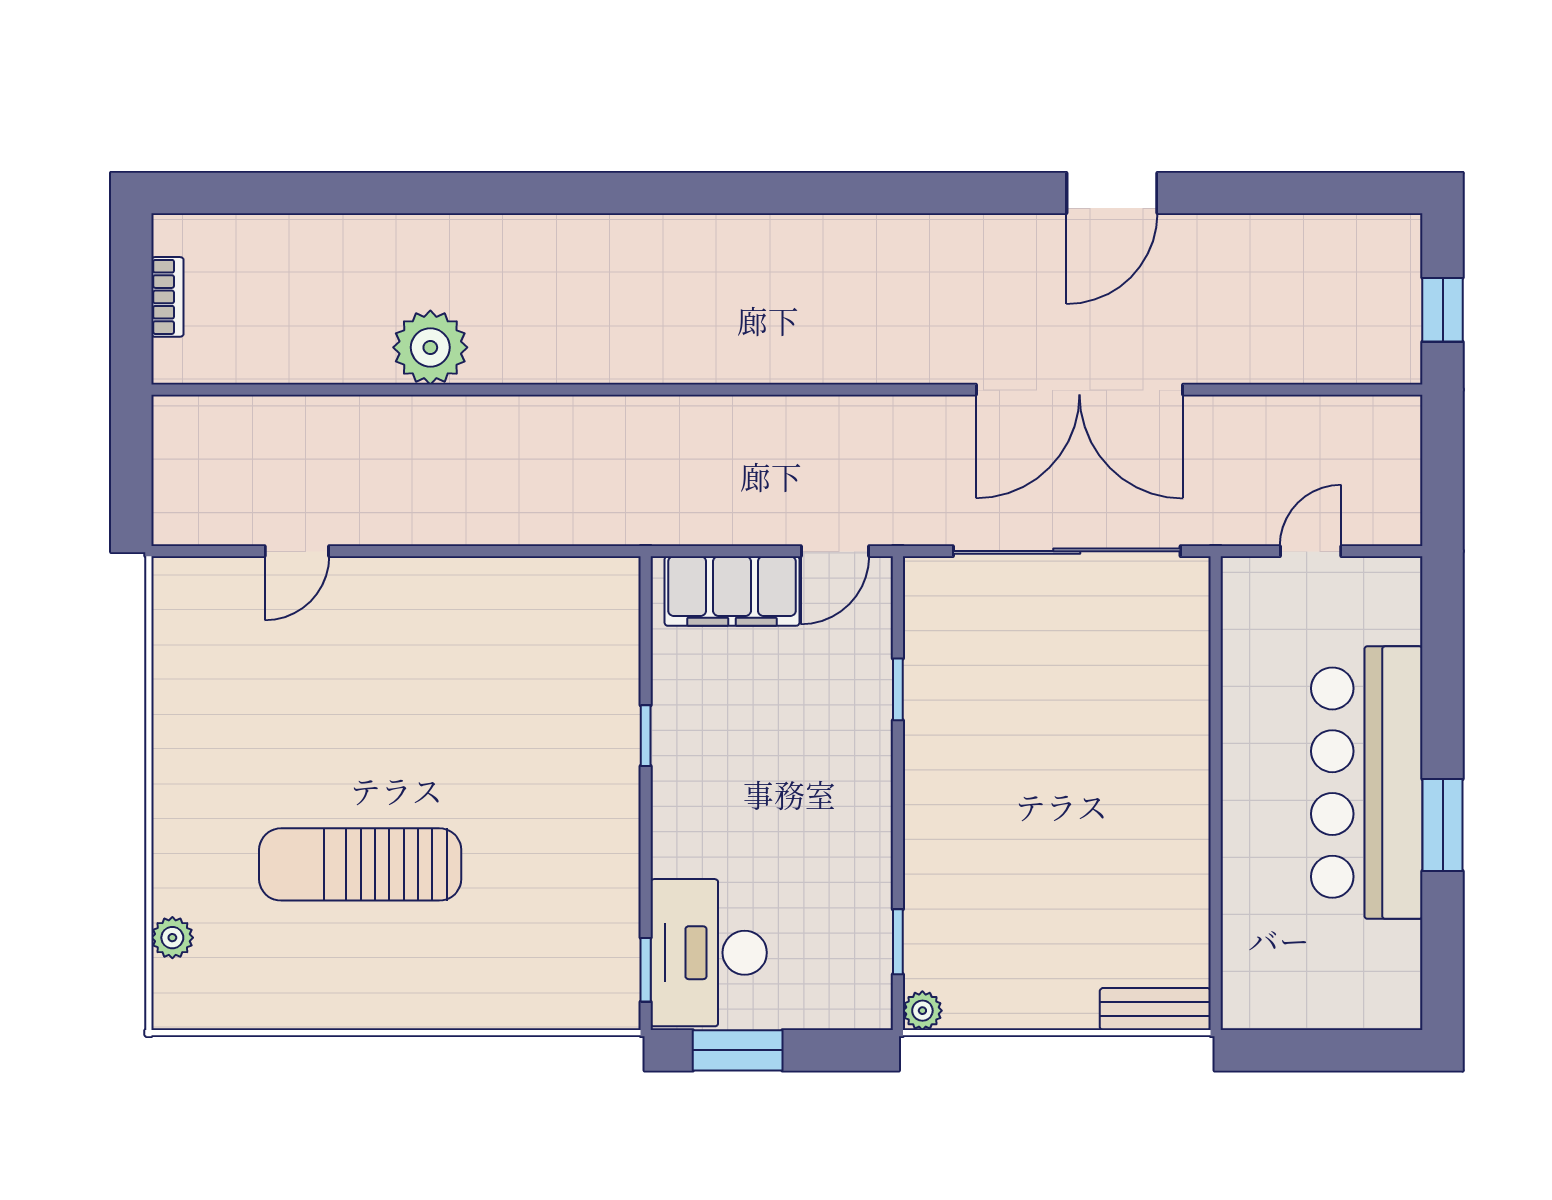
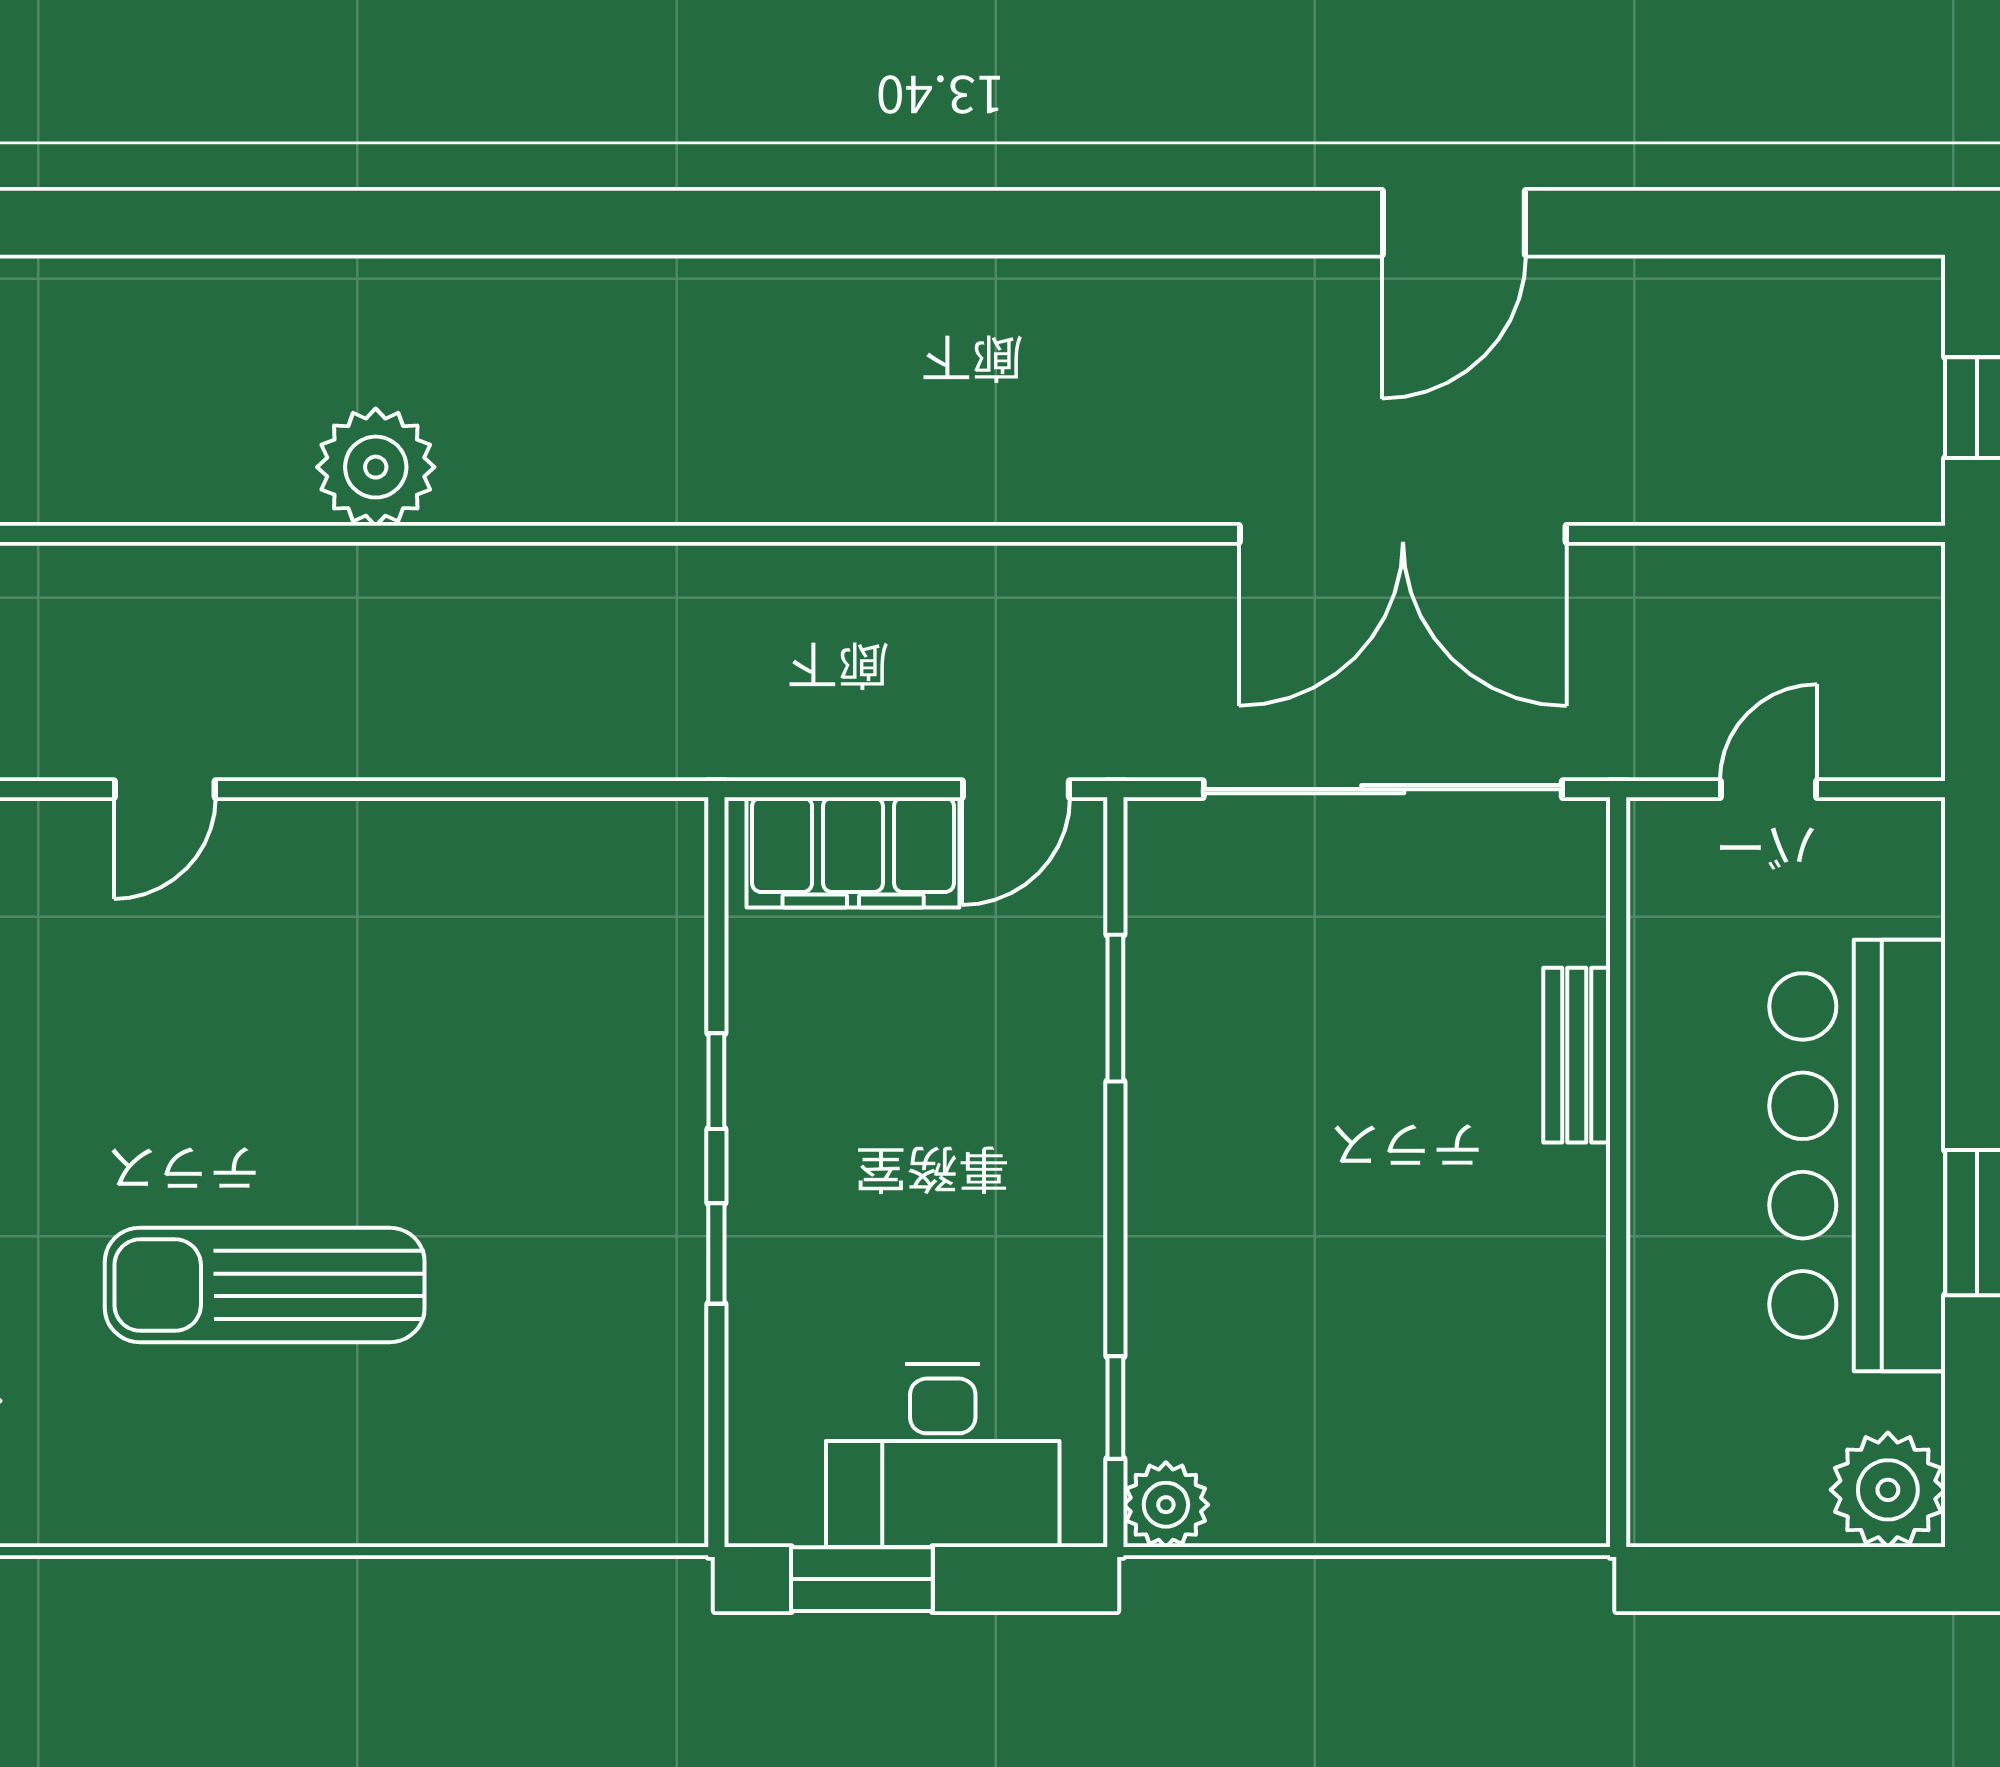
window: (898, 689) -> (1115, 1008), width x1.50
desk: (709, 953) -> (943, 1455), moved, turned -90
window: (646, 970) -> (716, 1253), moved
plant: (1386, 994) -> (1888, 1490), added
bench: (1155, 1009) -> (1577, 1055), moved, turned 90
plant: (922, 1011) -> (1166, 1505), width x1.38, depth x1.38

